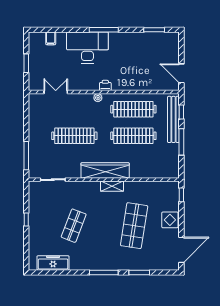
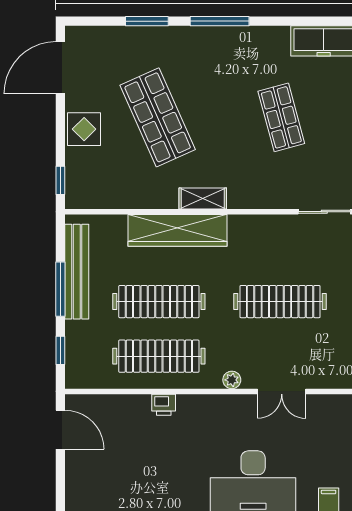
printer: (105, 85) -> (164, 405), moved
double door: (56, 92) -> (282, 391), moved
bench: (173, 119) -> (77, 272), moved
wardrobe: (105, 171) -> (177, 230), moved
shop shelf: (74, 226) -> (281, 117), turned -36
shop shelf: (134, 226) -> (158, 117), turned -33

